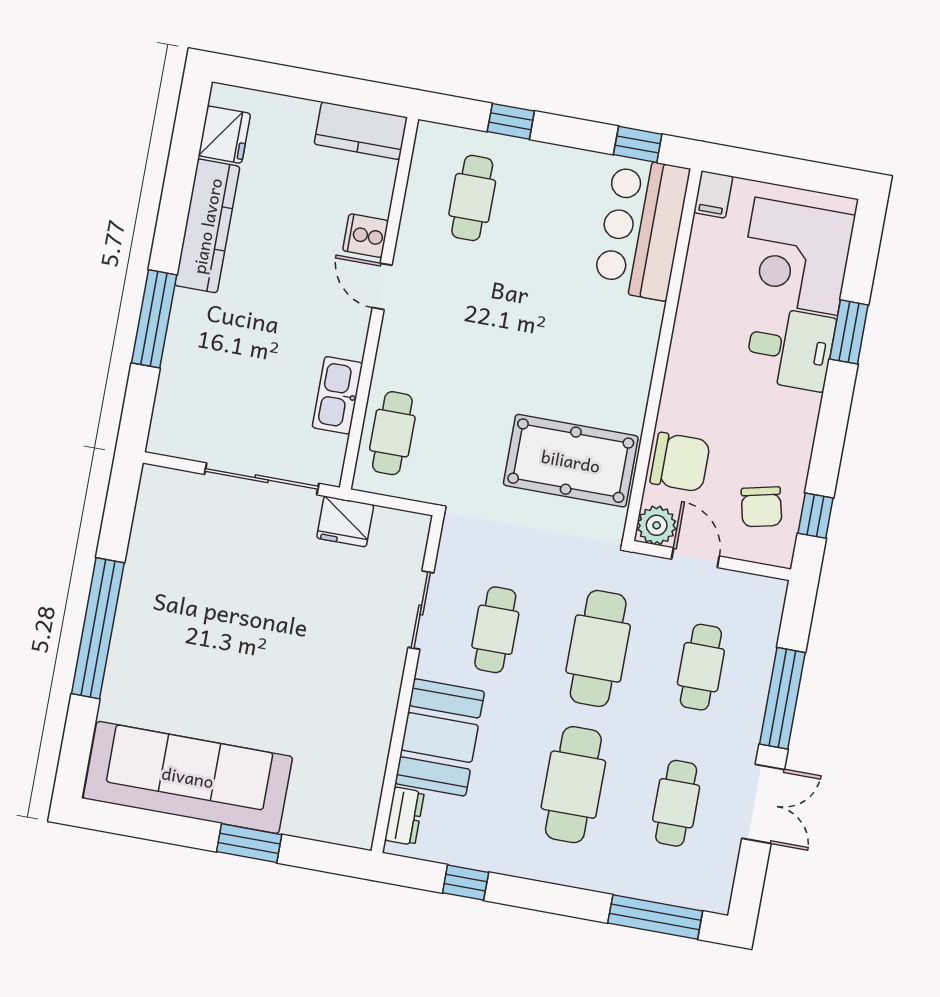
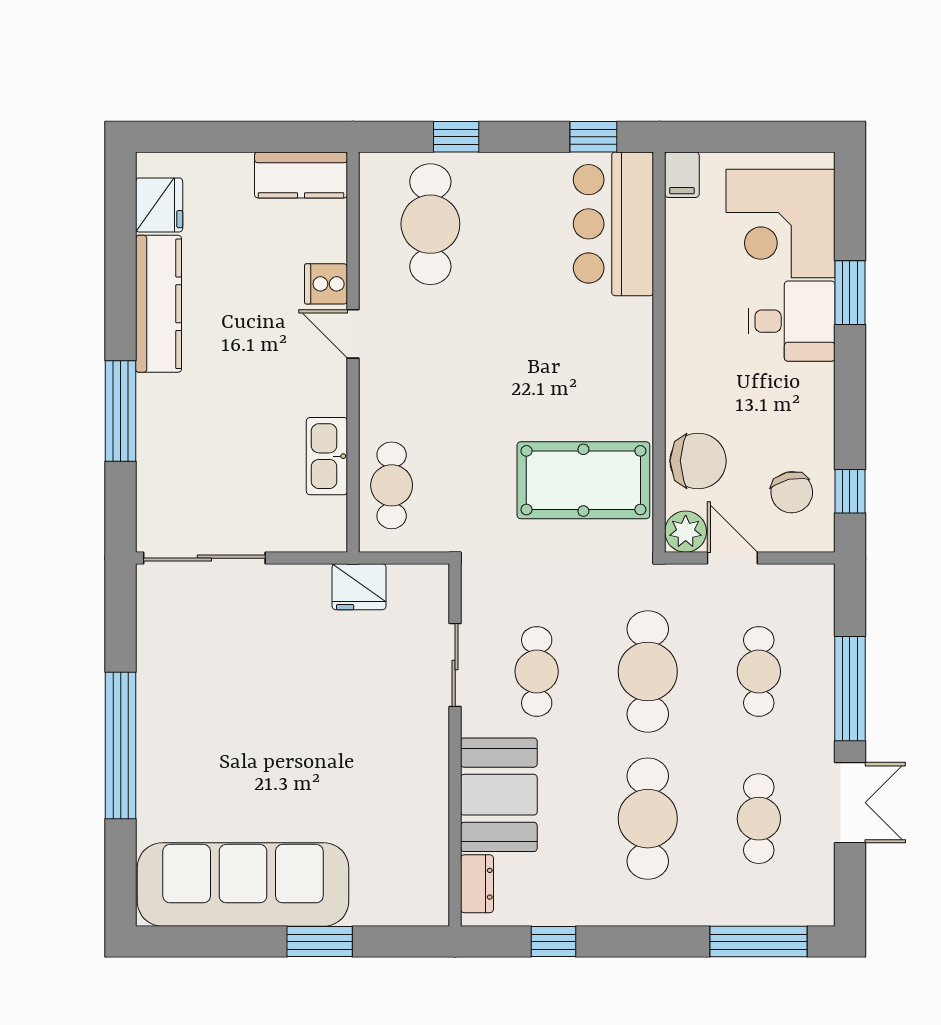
cafe table: (472, 198) -> (430, 224), width x1.37, depth x1.35
sliding door: (262, 479) -> (204, 558), moved

